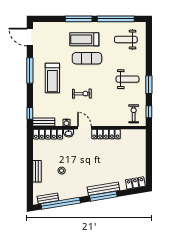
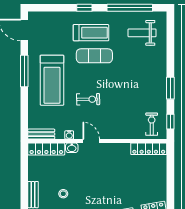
window: (79, 19) -> (84, 8), width x0.46
treadmill: (84, 39) -> (91, 33), turned 180
treadmill: (52, 78) -> (52, 80), width x1.37, depth x1.38
weight bench: (127, 79) -> (144, 81), removed
window: (30, 113) -> (24, 124), removed
locker: (106, 134) -> (149, 149), moved

